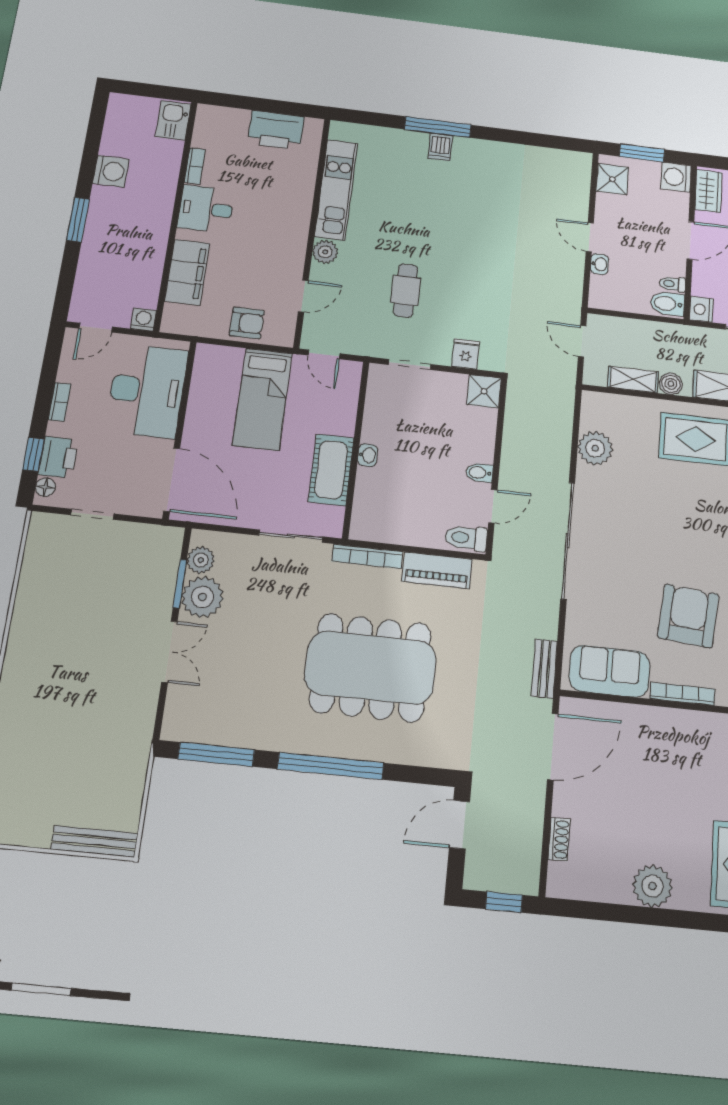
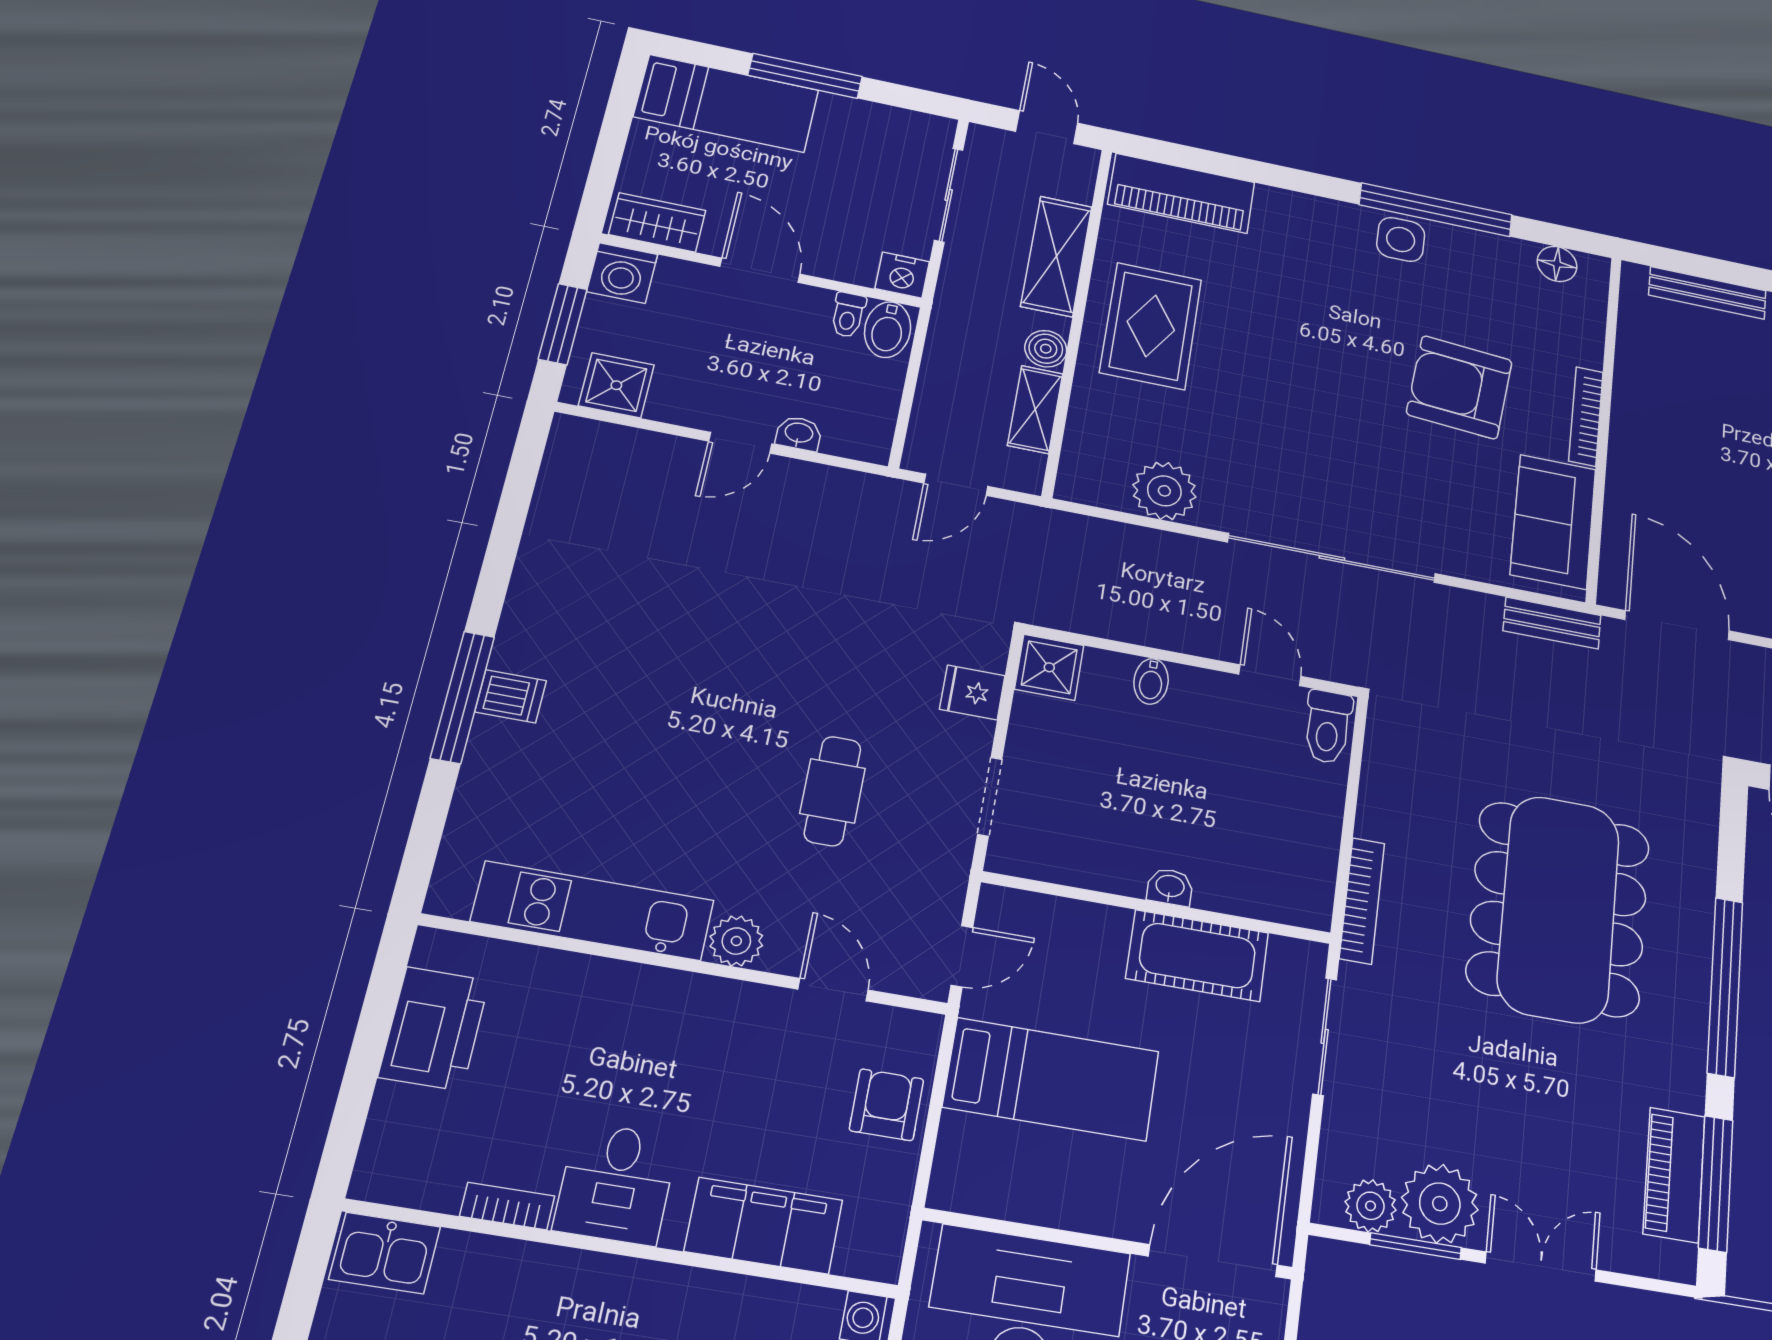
cafe table: (406, 290) -> (833, 791), turned 90
bidet: (479, 473) -> (1151, 681), moved
piano: (437, 570) -> (1674, 1175), moved, turned 180

